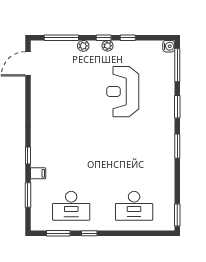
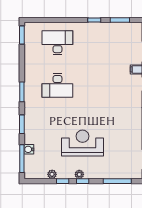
plant: (83, 46) -> (52, 174), moved
water cooler: (169, 46) -> (29, 149), moved
reception desk: (123, 92) -> (82, 143), moved, turned -90
desk: (71, 206) -> (57, 86), moved, turned 180

